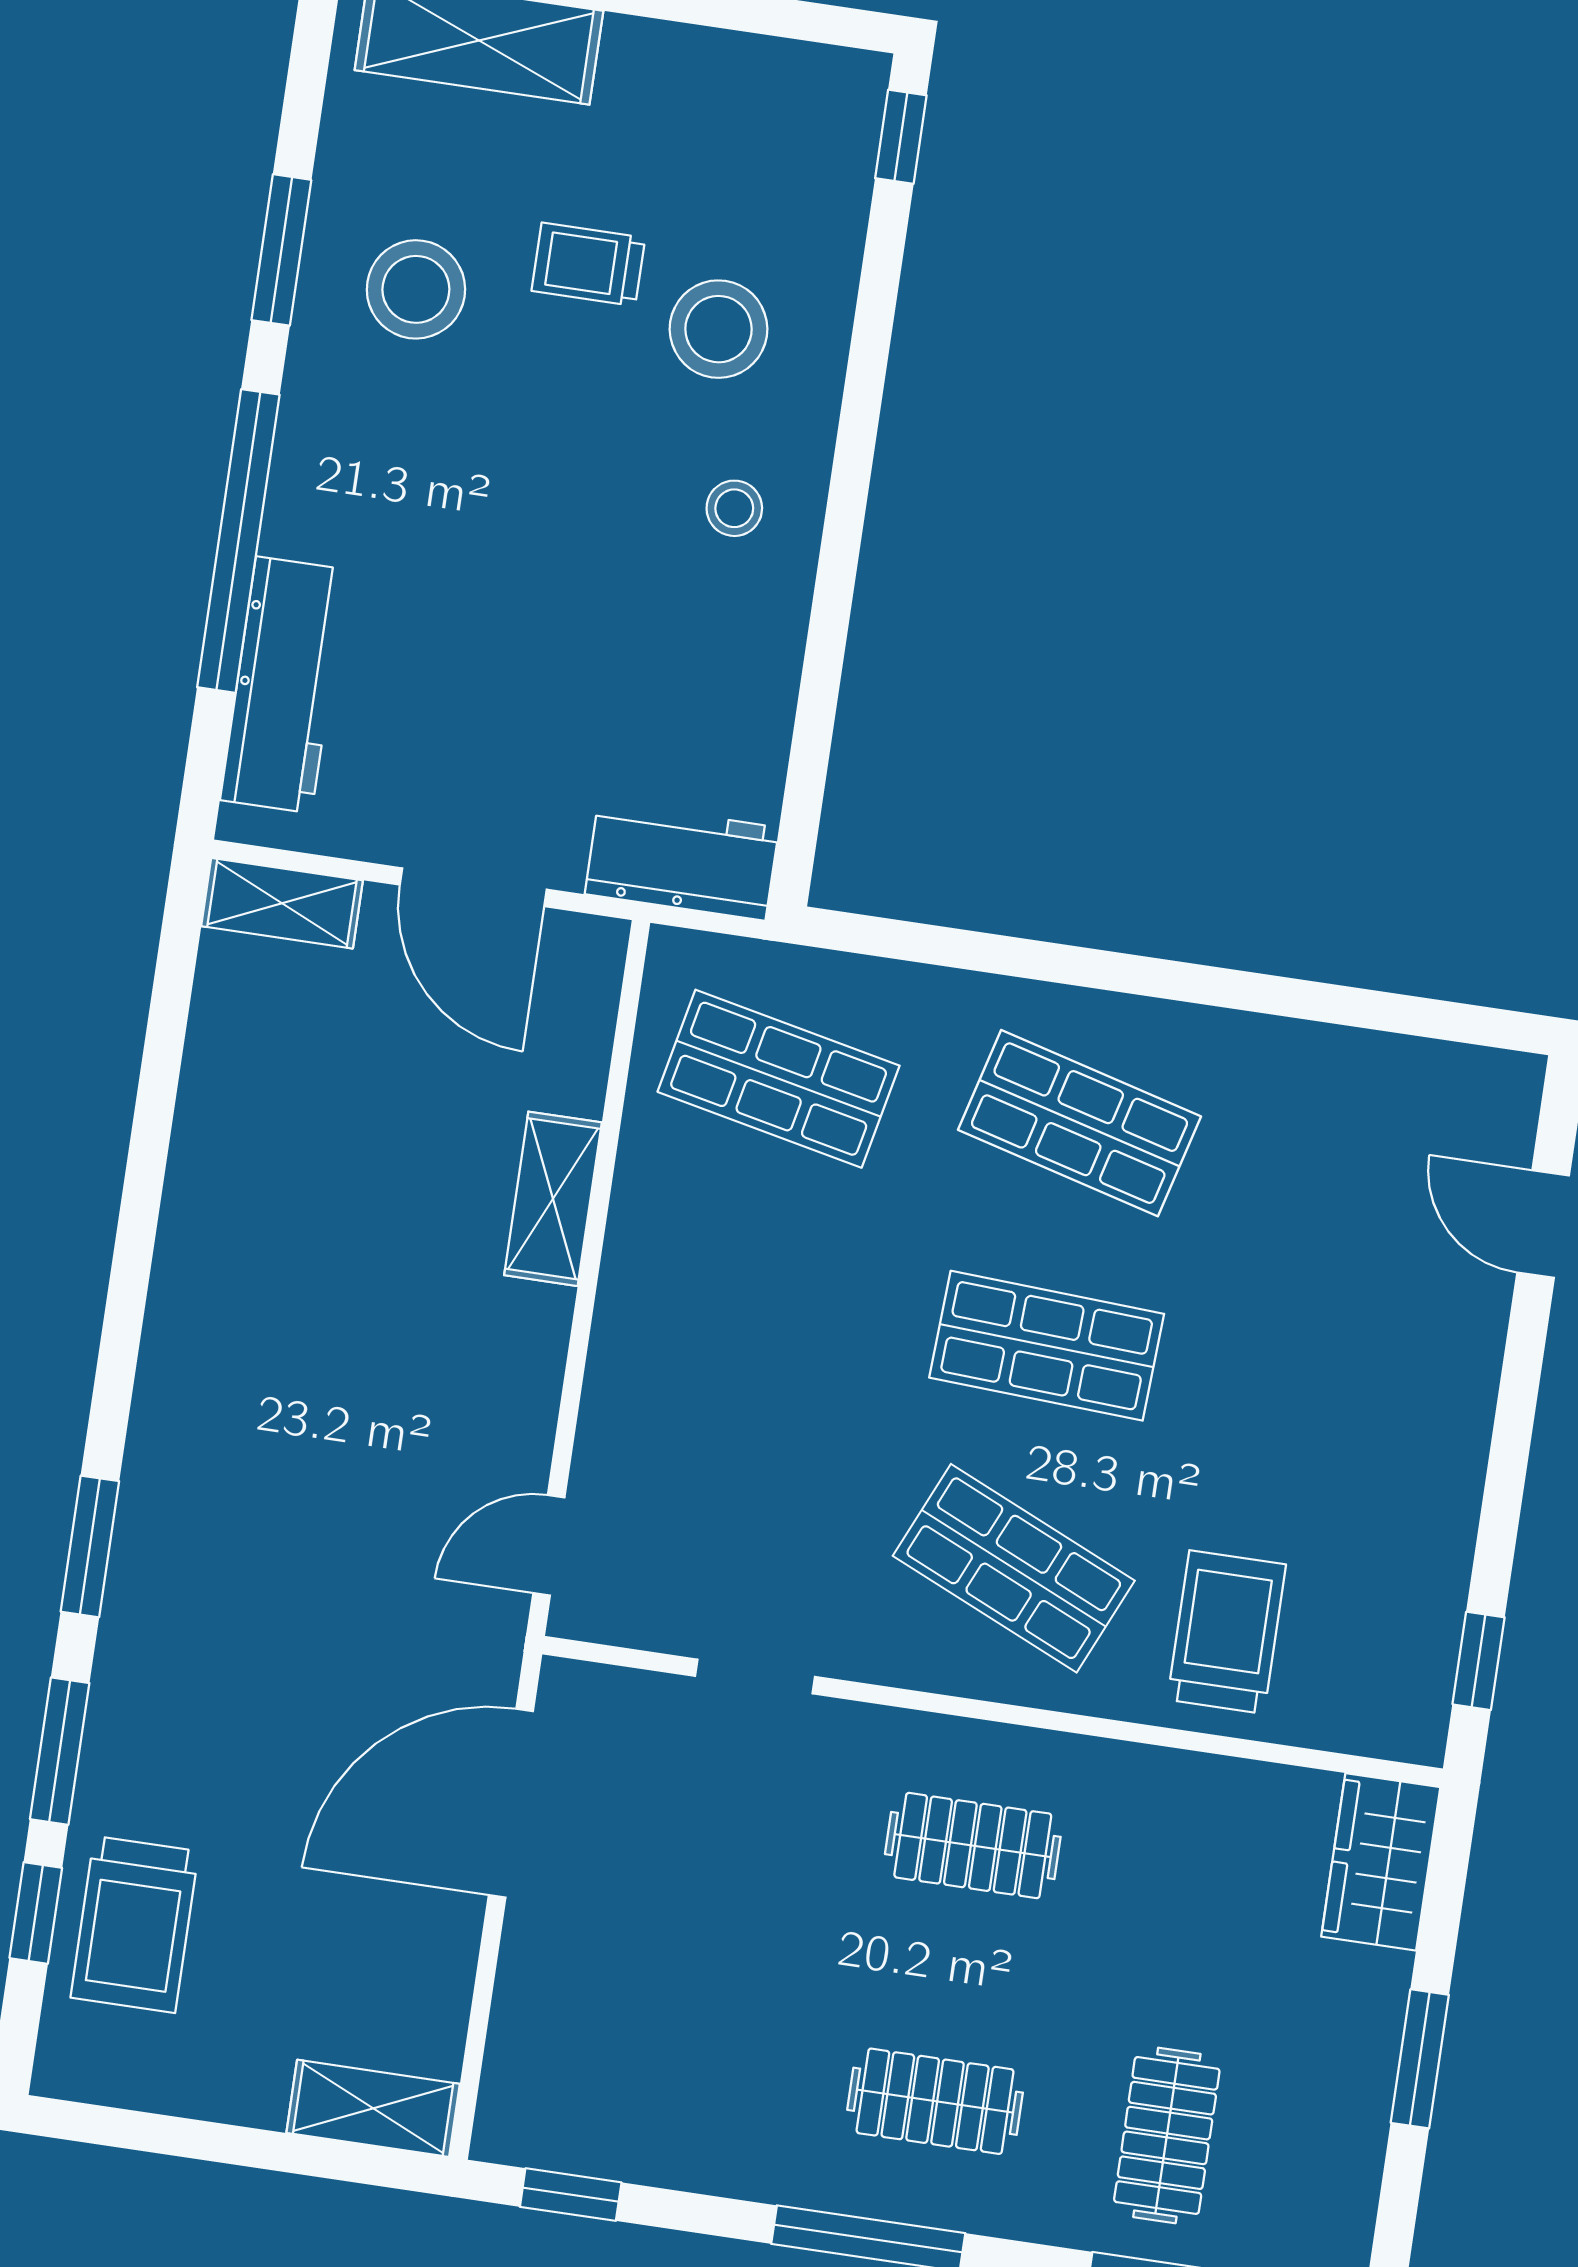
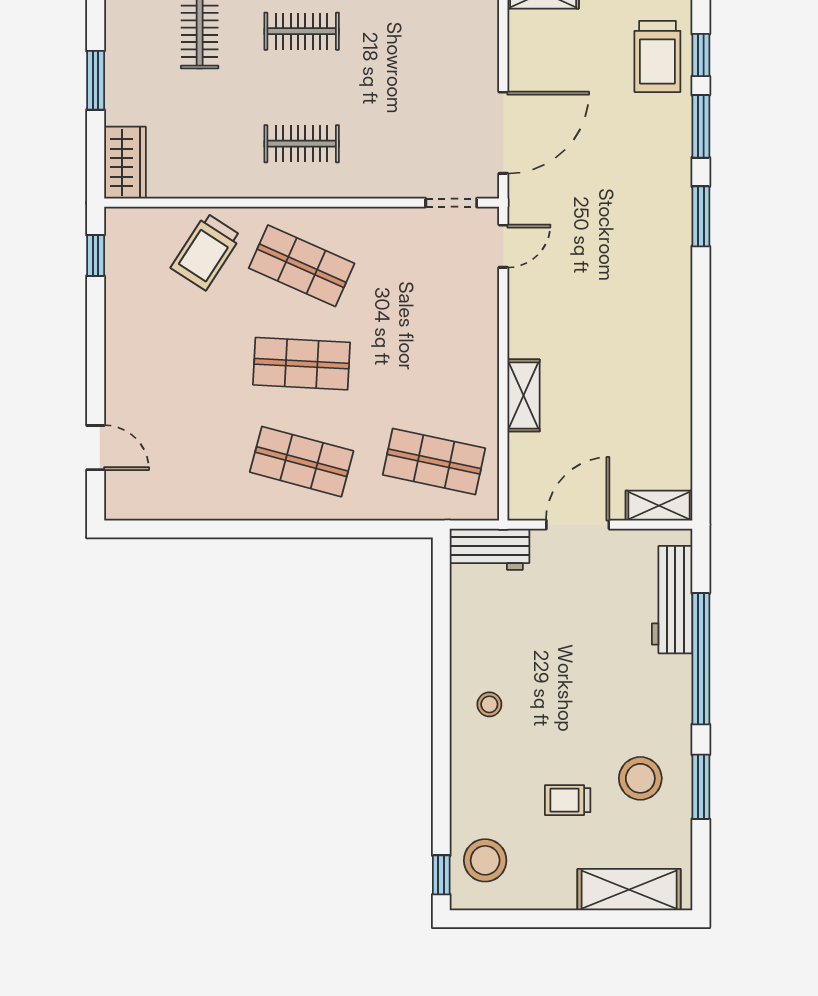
trolley: (588, 264) -> (568, 800), turned 180
stool: (718, 329) -> (485, 860), moved
door: (473, 887) -> (578, 525), hinge flipped
trolley: (1227, 1632) -> (206, 252), turned 33
doorway: (755, 1676) -> (451, 203), moved
trolley: (135, 1924) -> (657, 56), turned 180

